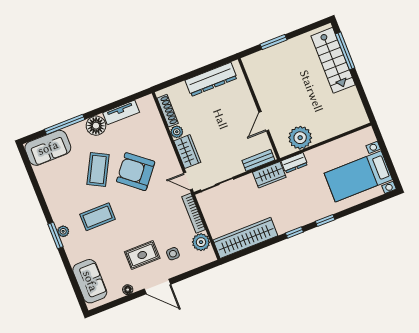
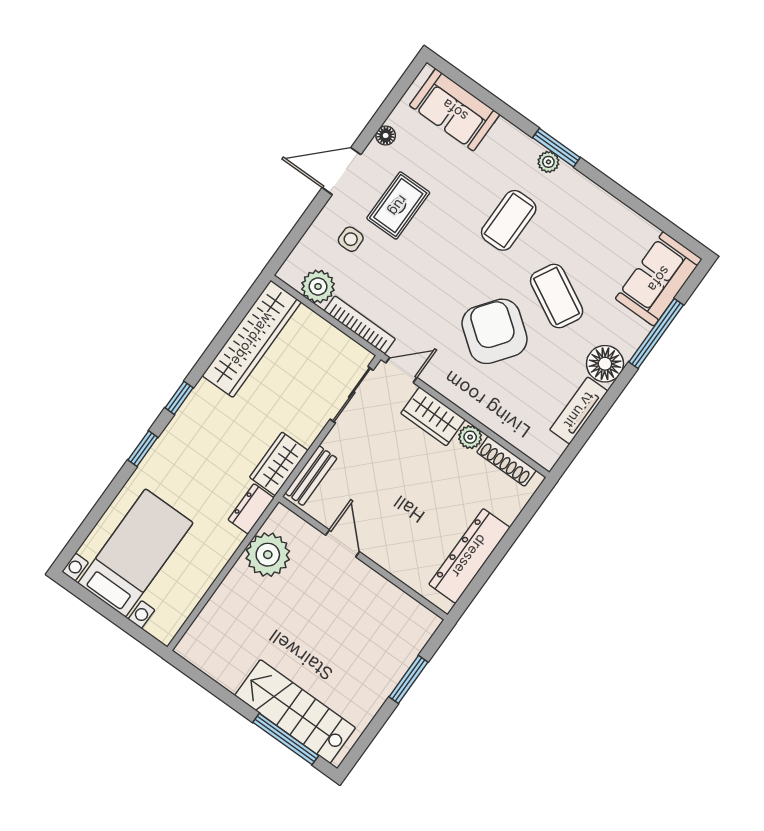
armchair: (136, 172) -> (495, 331), turned -92

